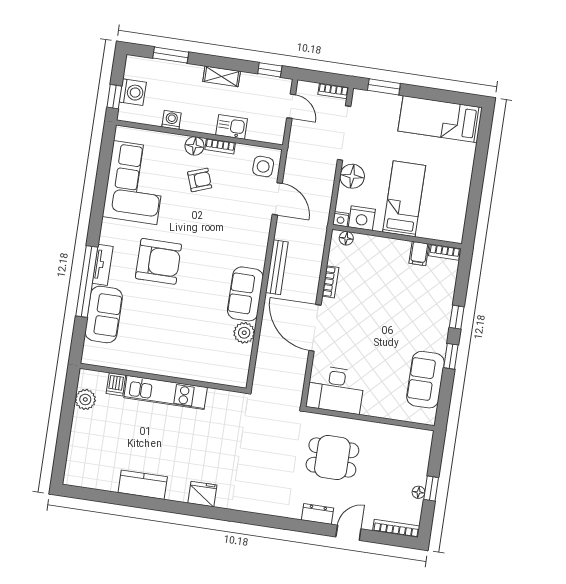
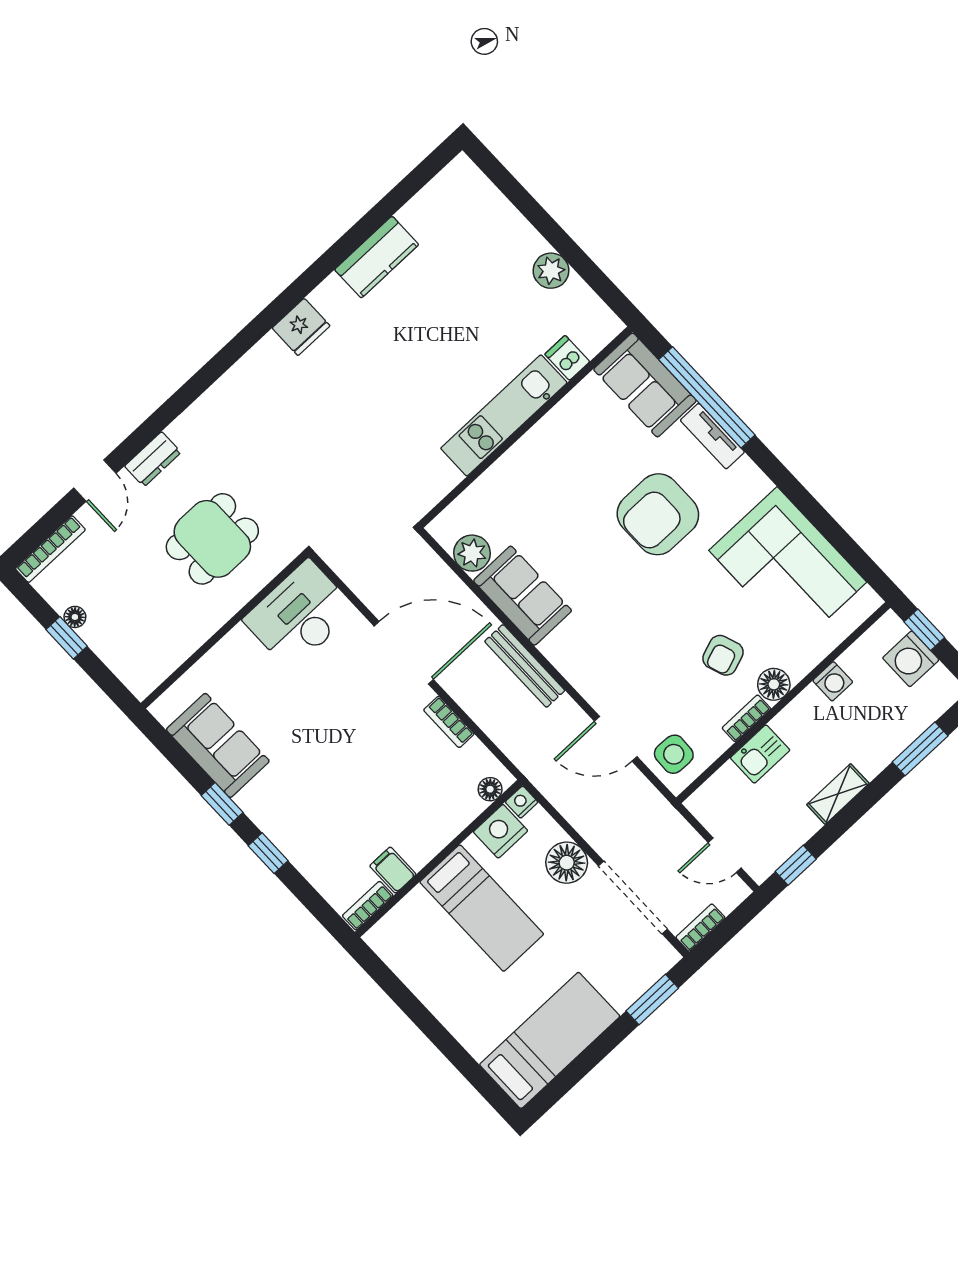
wall: (163, 378) -> (525, 427), moved
dishwasher: (116, 384) -> (567, 358), moved
kitchen unit: (166, 392) -> (504, 415), moved

